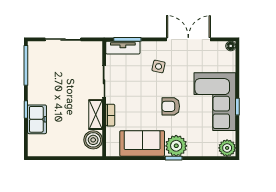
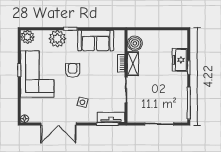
armchair: (171, 106) -> (73, 70), turned -90
plant: (176, 146) -> (57, 39), moved

